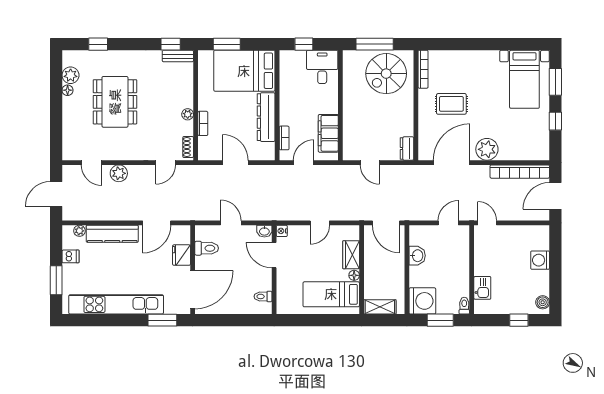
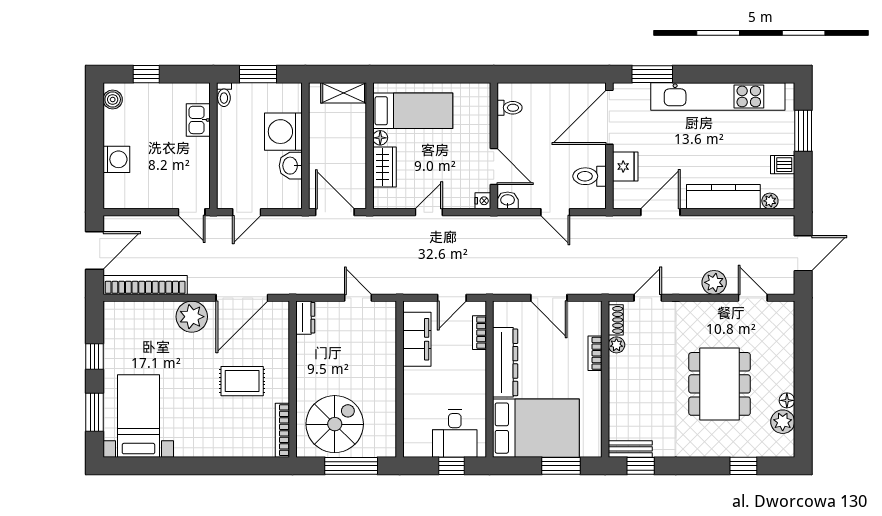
desk: (322, 67) -> (455, 433), moved
plant: (188, 114) -> (616, 345), moved
washing machine: (422, 301) -> (283, 132), moved

